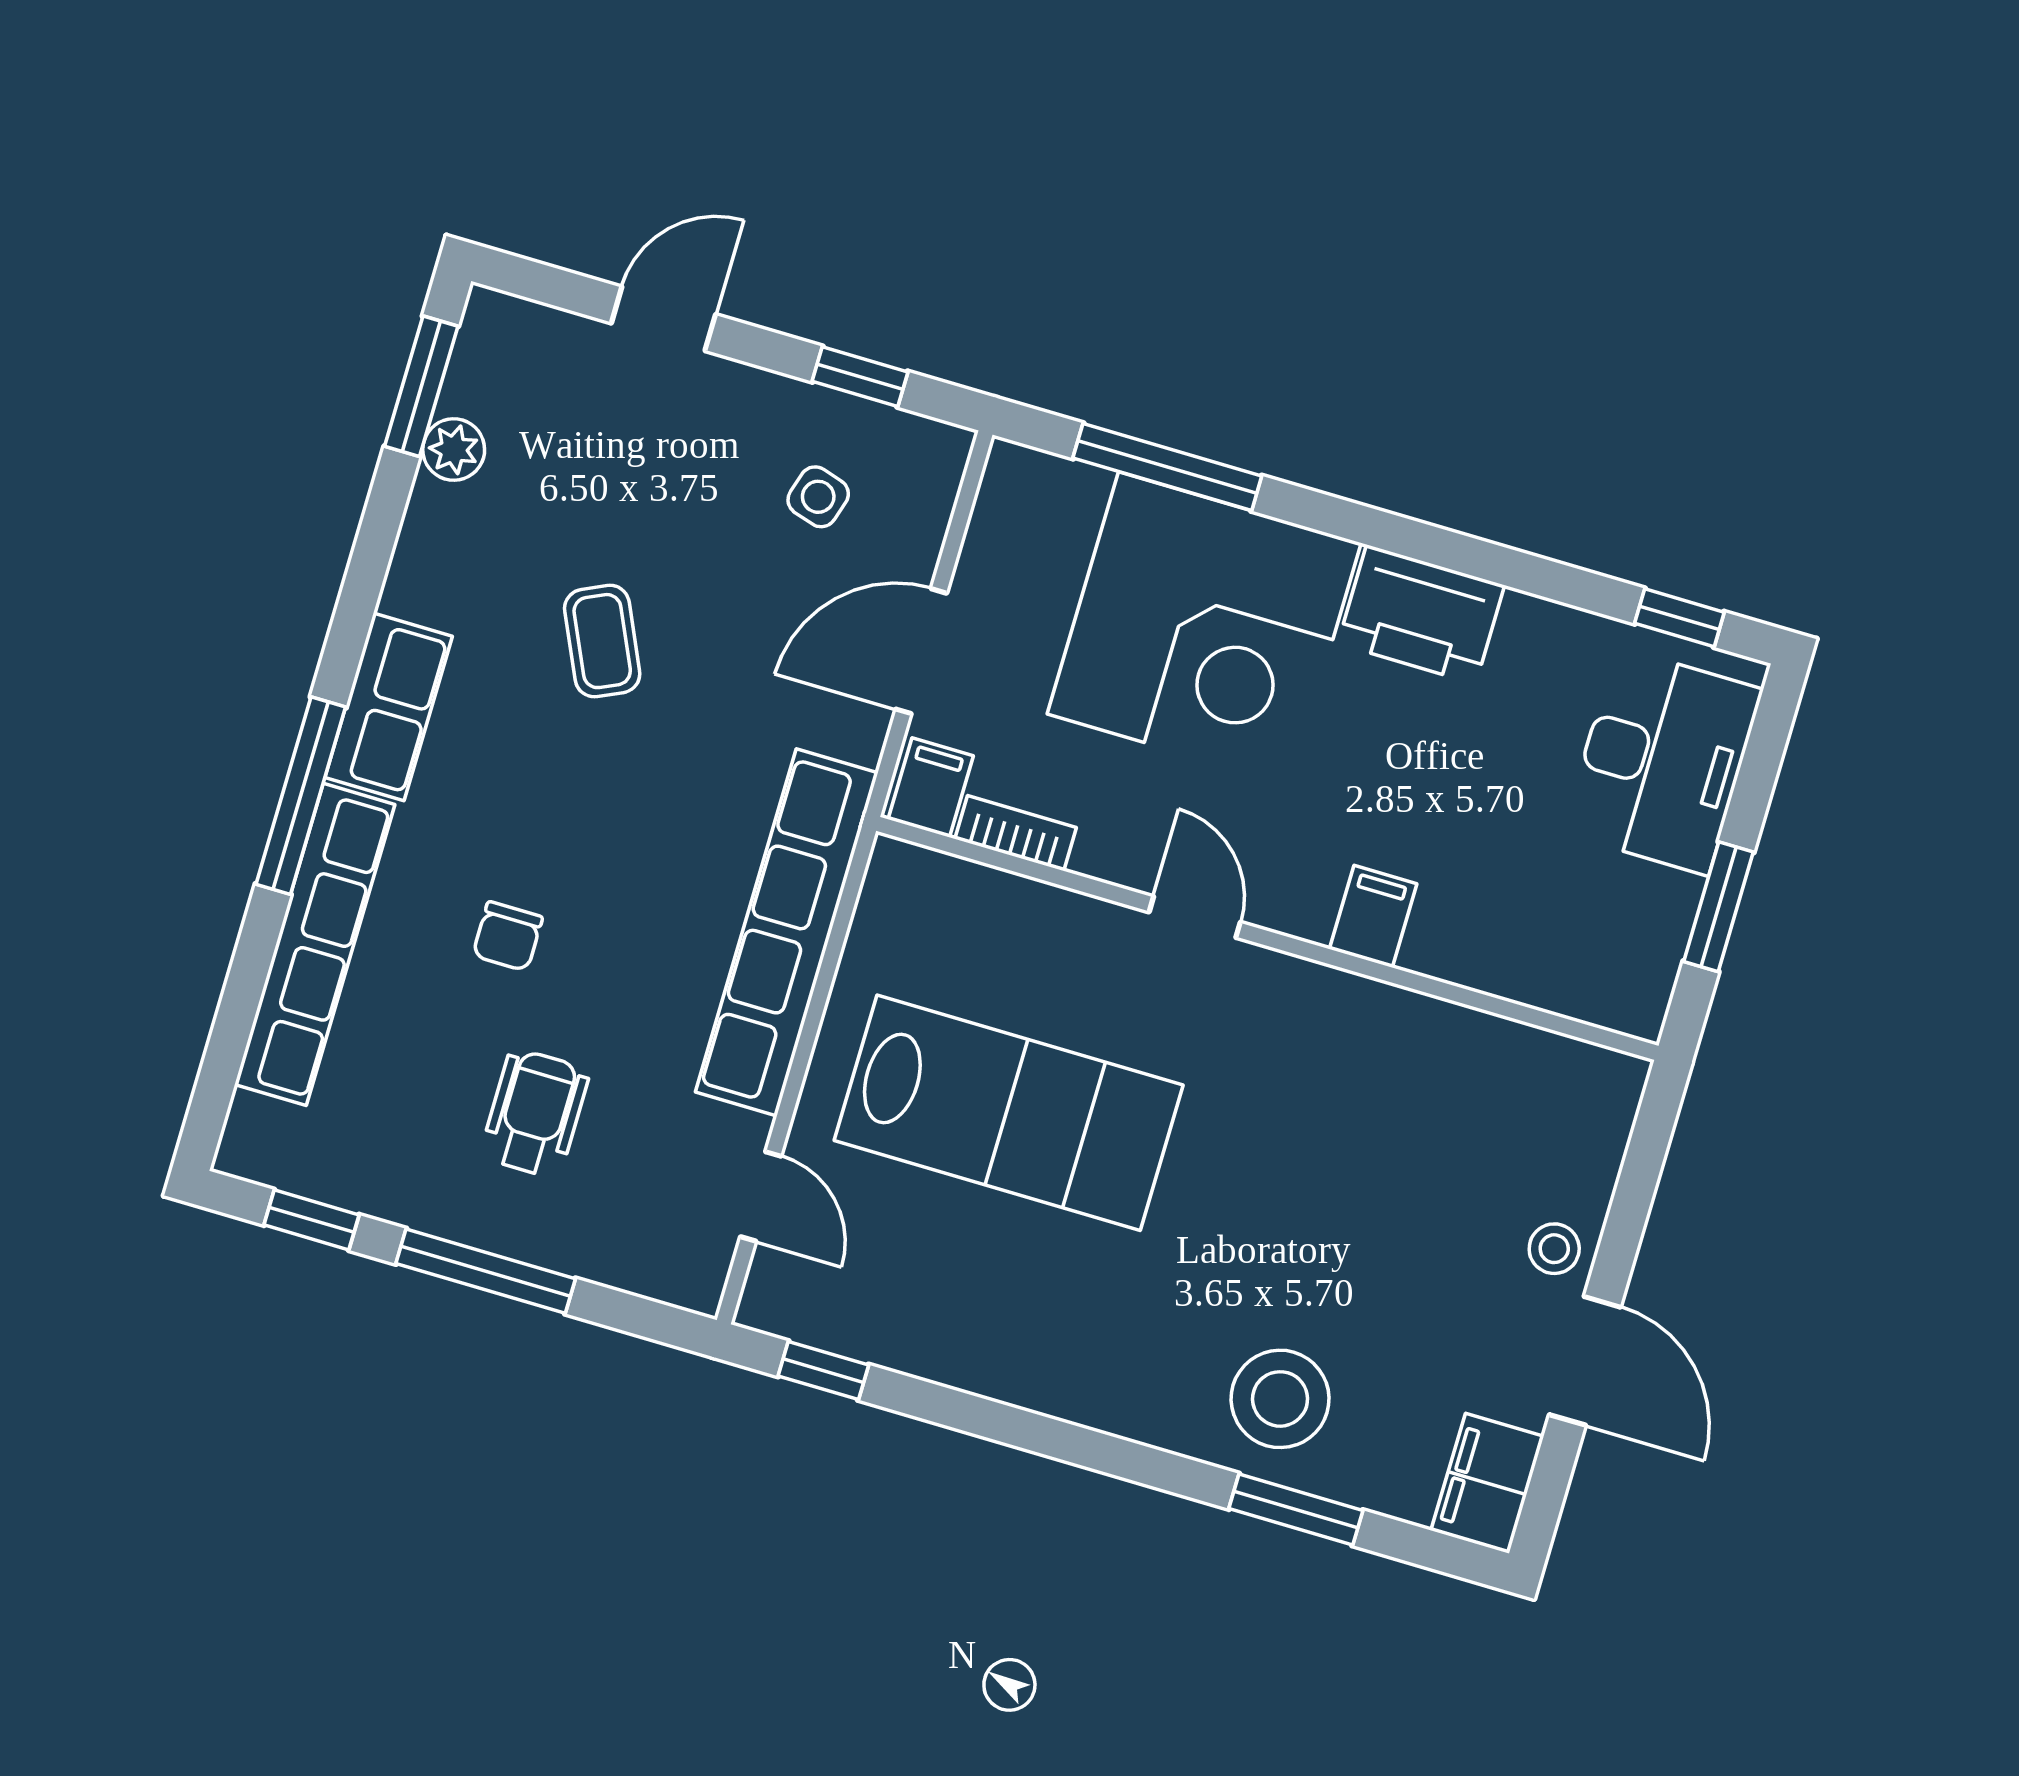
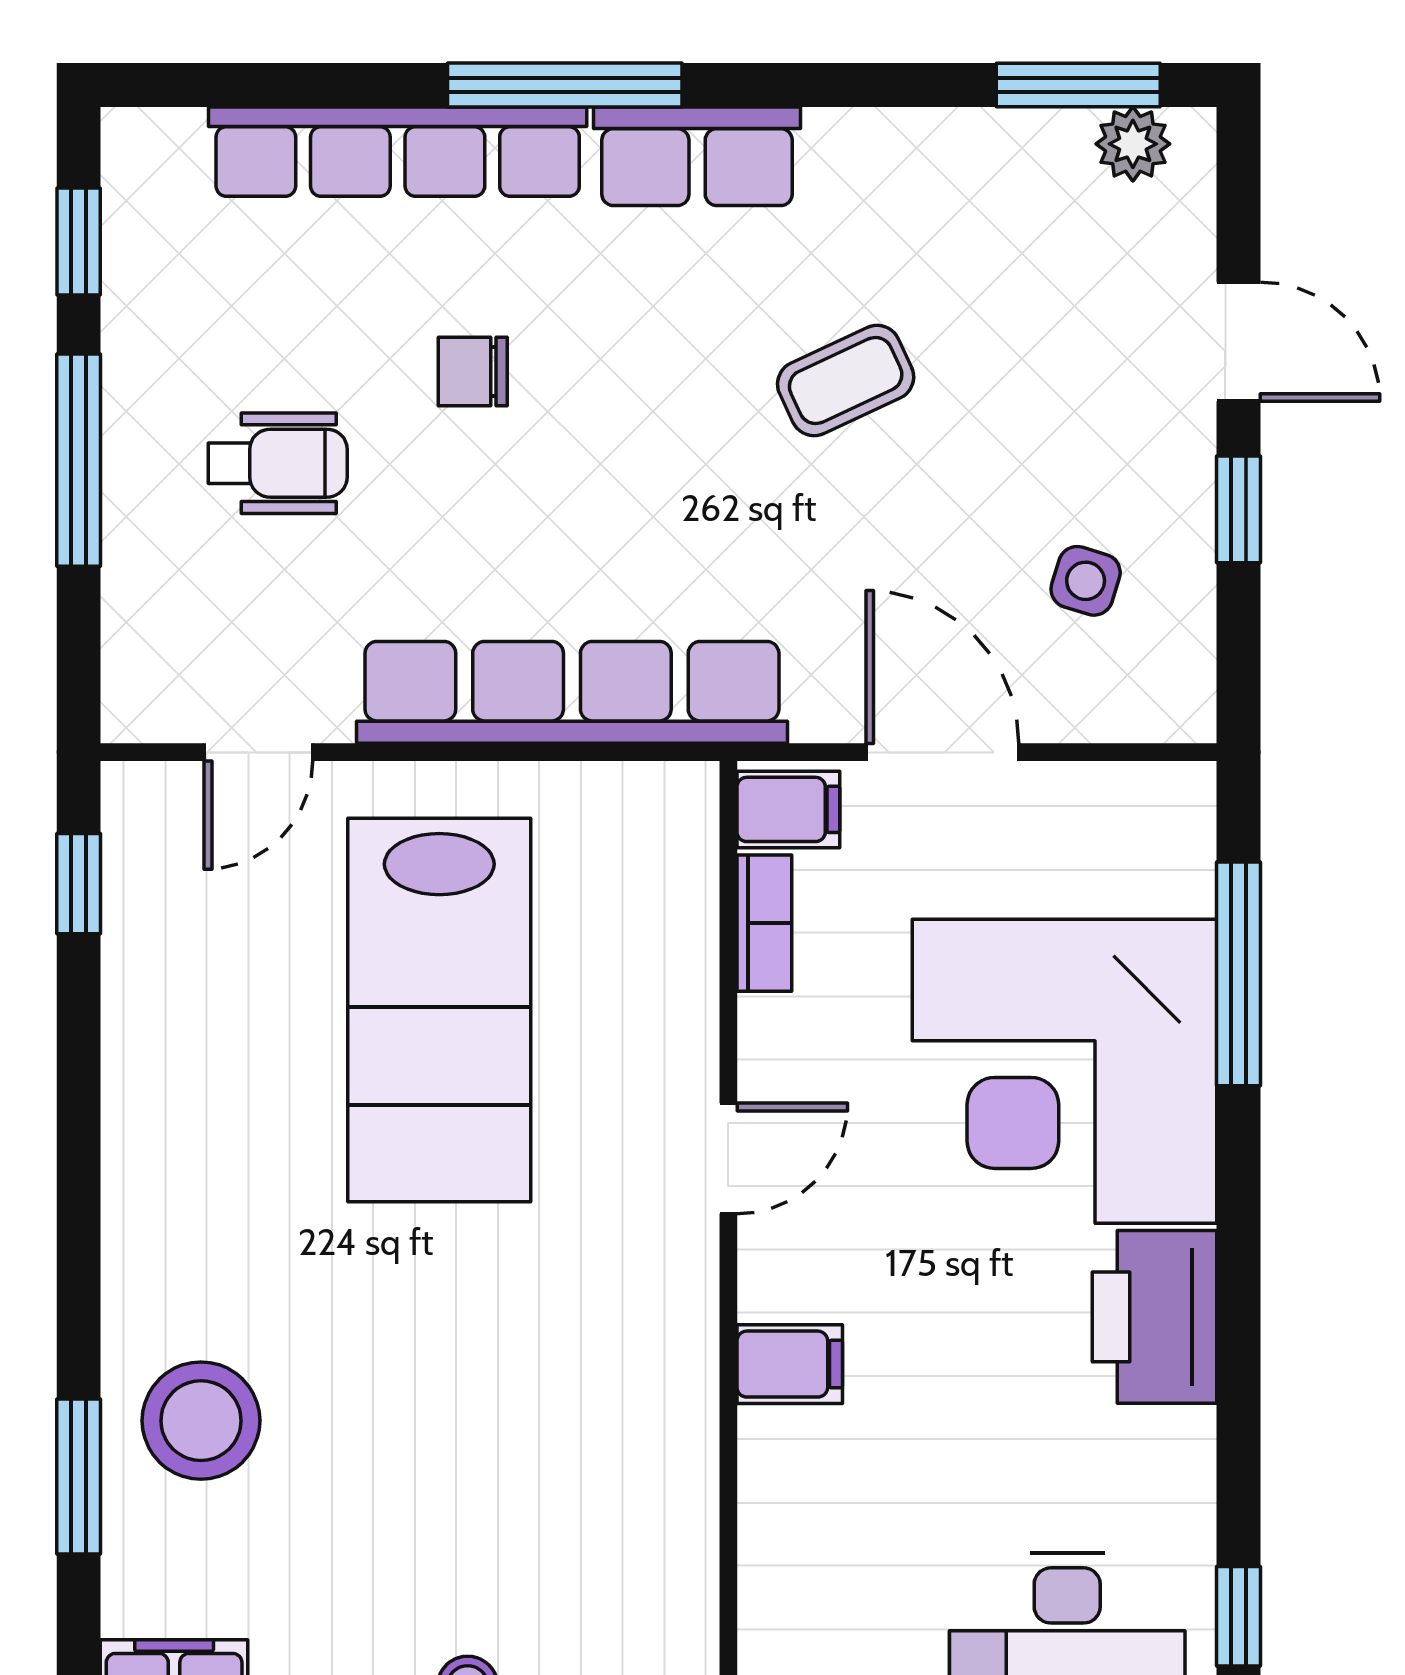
window: (860, 377) -> (1239, 509), moved
plant: (454, 450) -> (1133, 144), moved

